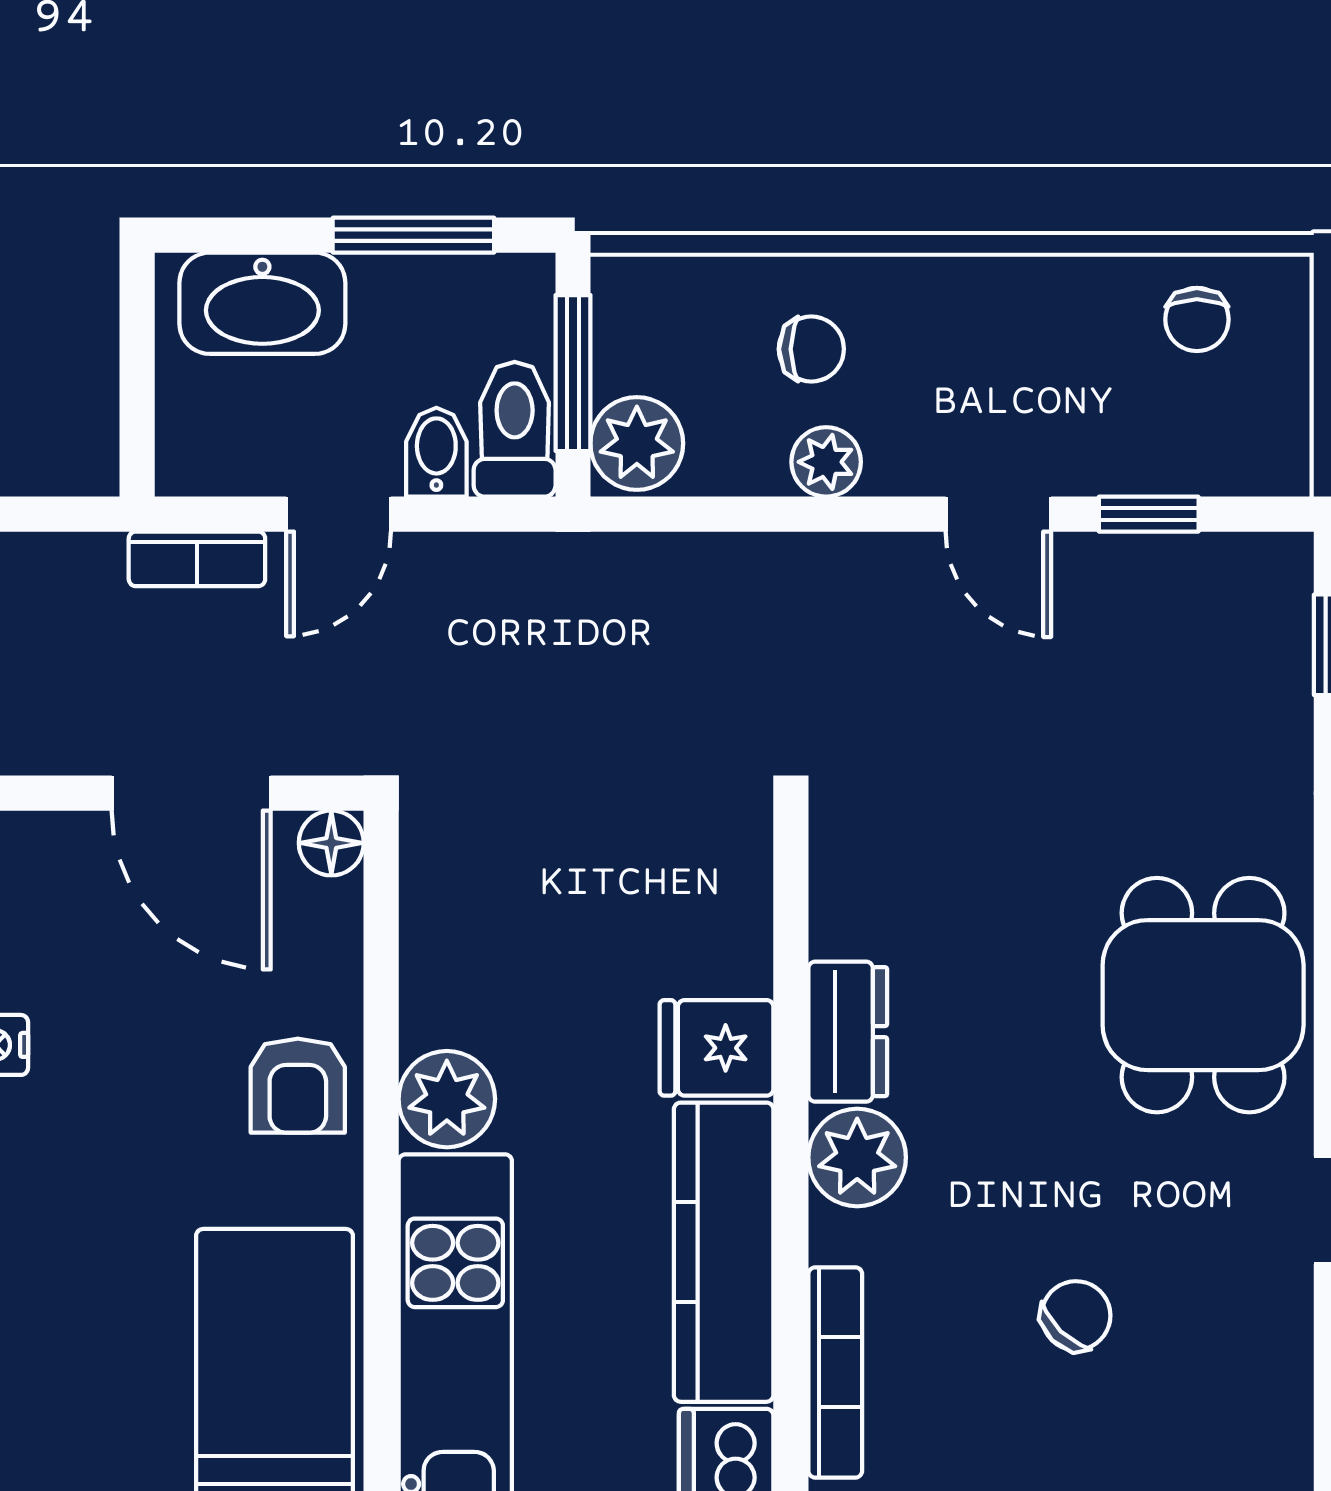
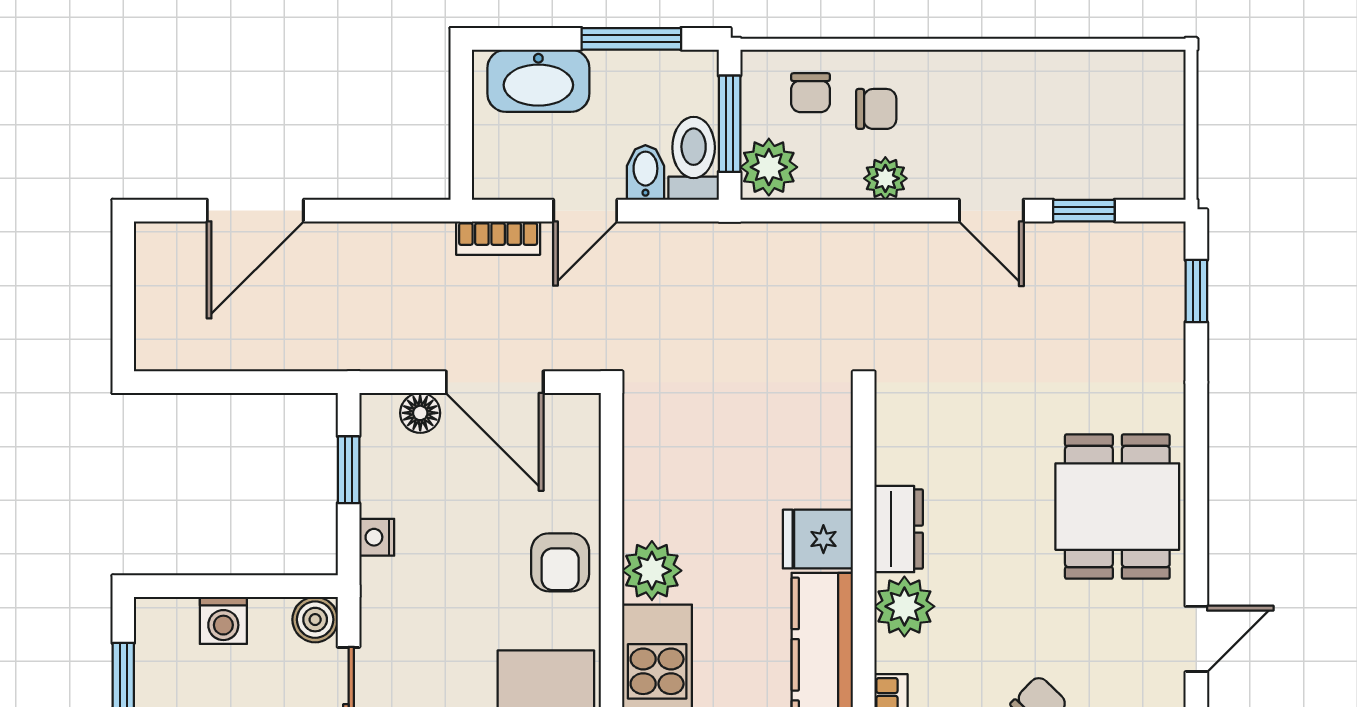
chair: (1197, 319) -> (810, 93), moved
floor lamp: (331, 843) -> (420, 413), moved

